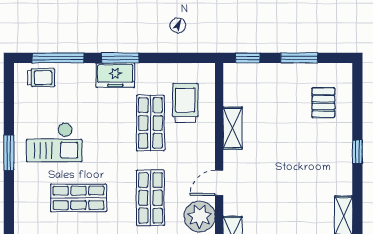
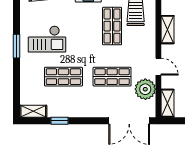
door: (219, 183) -> (158, 67), swing flipped
shop shelf: (150, 198) -> (112, 77), turned 90

